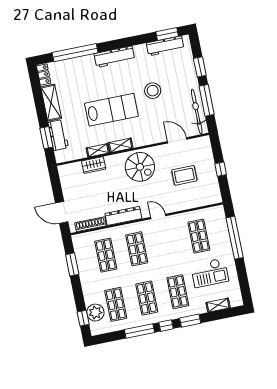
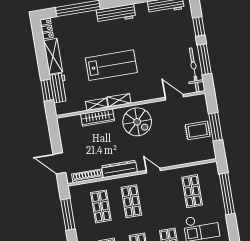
stool: (153, 91) -> (152, 48), removed
wardrobe: (94, 165) -> (97, 117), width x1.50
window: (221, 169) -> (216, 127), width x2.17
rug: (184, 175) -> (198, 130), moved
window: (72, 264) -> (68, 214), width x1.44

